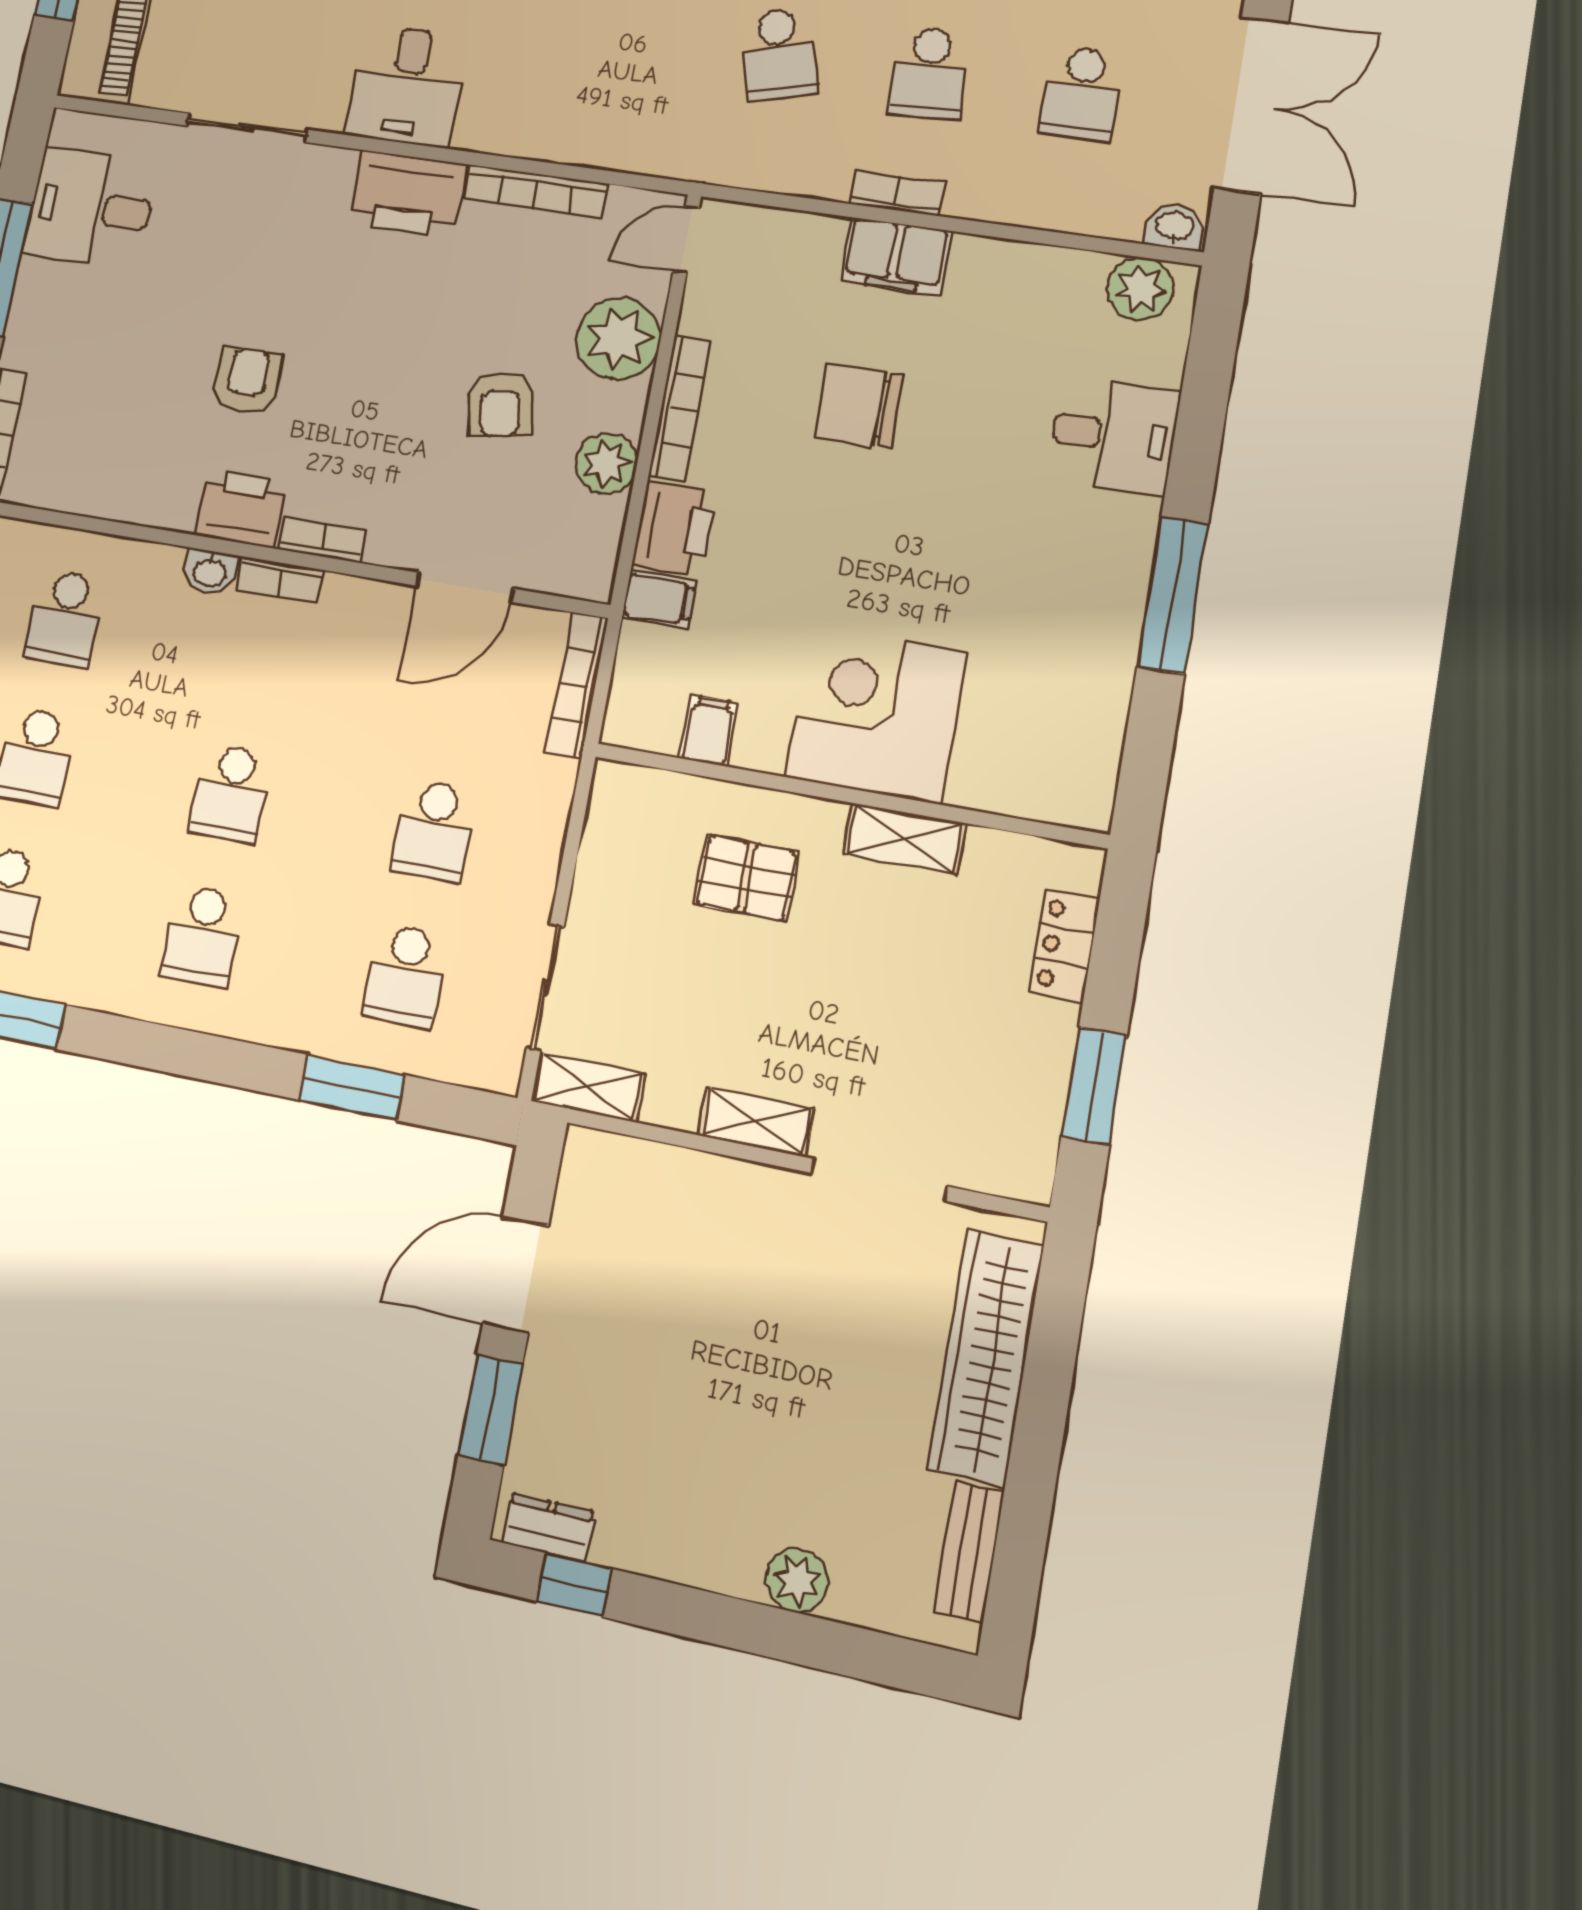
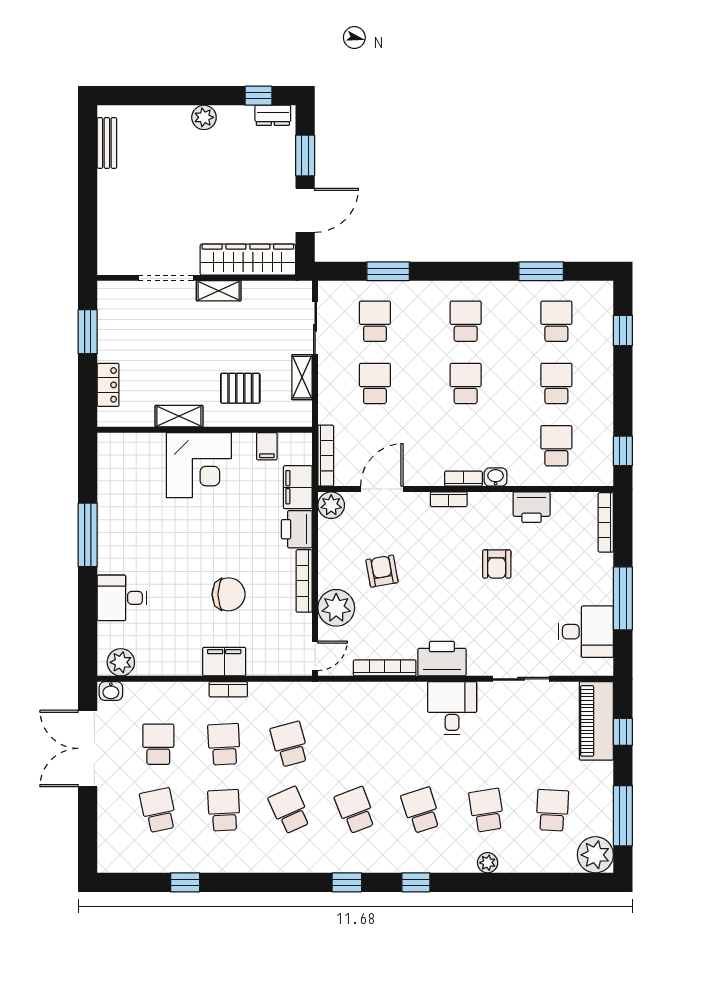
plant: (606, 463) -> (331, 505), moved
printer: (241, 508) -> (532, 507), moved
filing cabinet: (659, 599) -> (298, 487), width x2.00
shelving: (588, 1087) -> (302, 377), moved, turned 90
wardrobe: (986, 1357) -> (248, 260), moved, turned -90
plant: (797, 1580) -> (204, 117), moved

